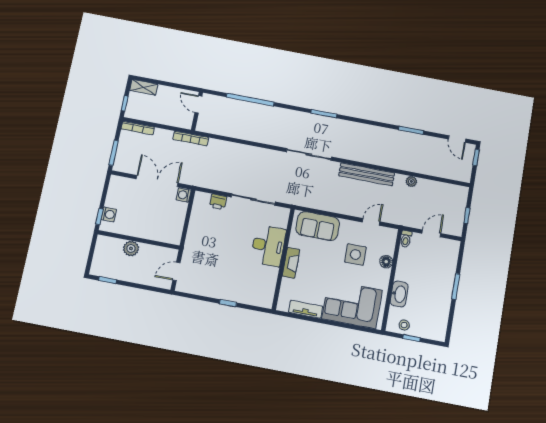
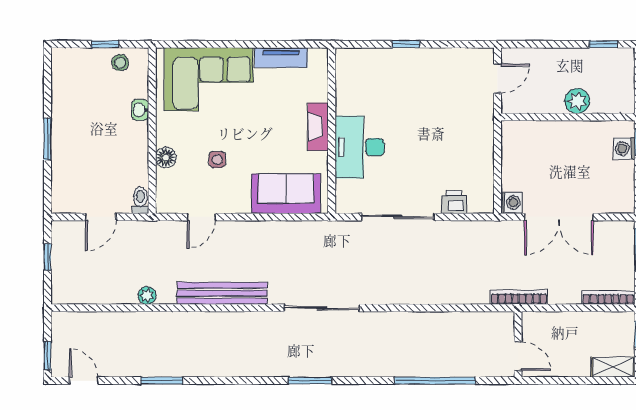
side table: (355, 255) -> (217, 160), width x0.54, depth x0.54
washbasin: (399, 294) -> (140, 110), width x0.52, depth x0.69

